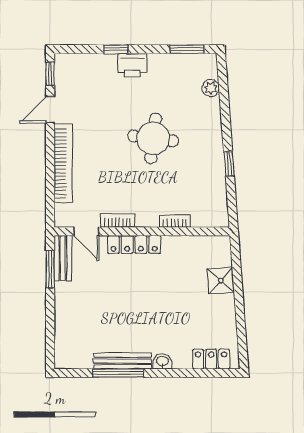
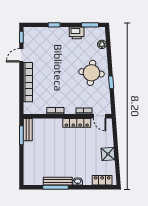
printer: (132, 65) -> (77, 33), moved
round table: (153, 138) -> (91, 73), moved
door: (86, 231) -> (100, 116), moved
locker: (134, 245) -> (77, 123), moved
shower: (221, 281) -> (108, 154), moved

